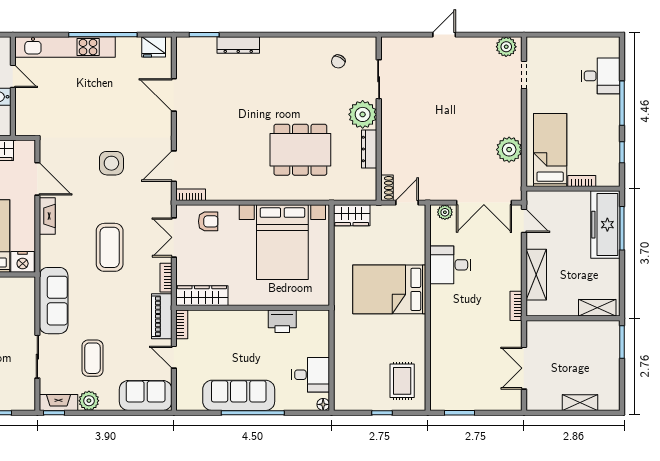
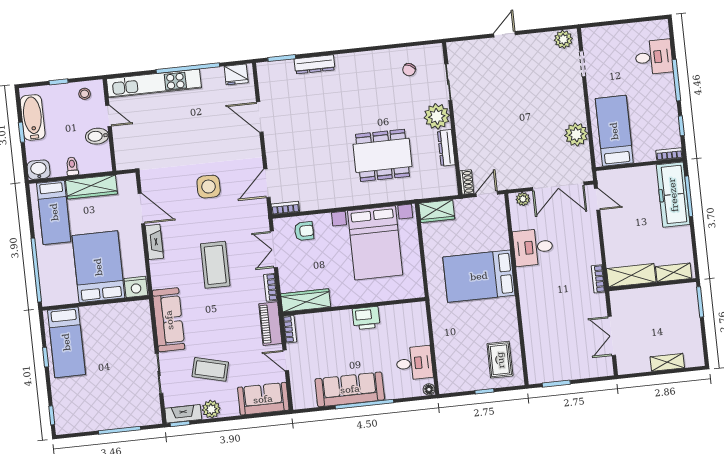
bookcase: (582, 181) -> (669, 154), moved
shelving: (536, 275) -> (631, 275), moved, turned 90
printer: (282, 321) -> (366, 318), moved
coffee table: (92, 358) -> (210, 369), turned -76

